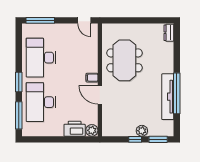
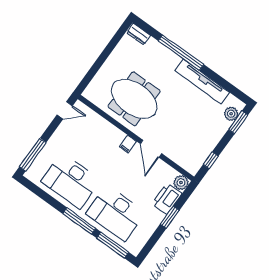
window: (19, 82) -> (79, 221), width x1.44
window: (177, 93) -> (181, 53), moved
door: (100, 95) -> (151, 149), hinge flipped
plant: (142, 131) -> (231, 114), moved
window: (64, 139) -> (170, 217), added
window: (135, 139) -> (211, 160), moved

